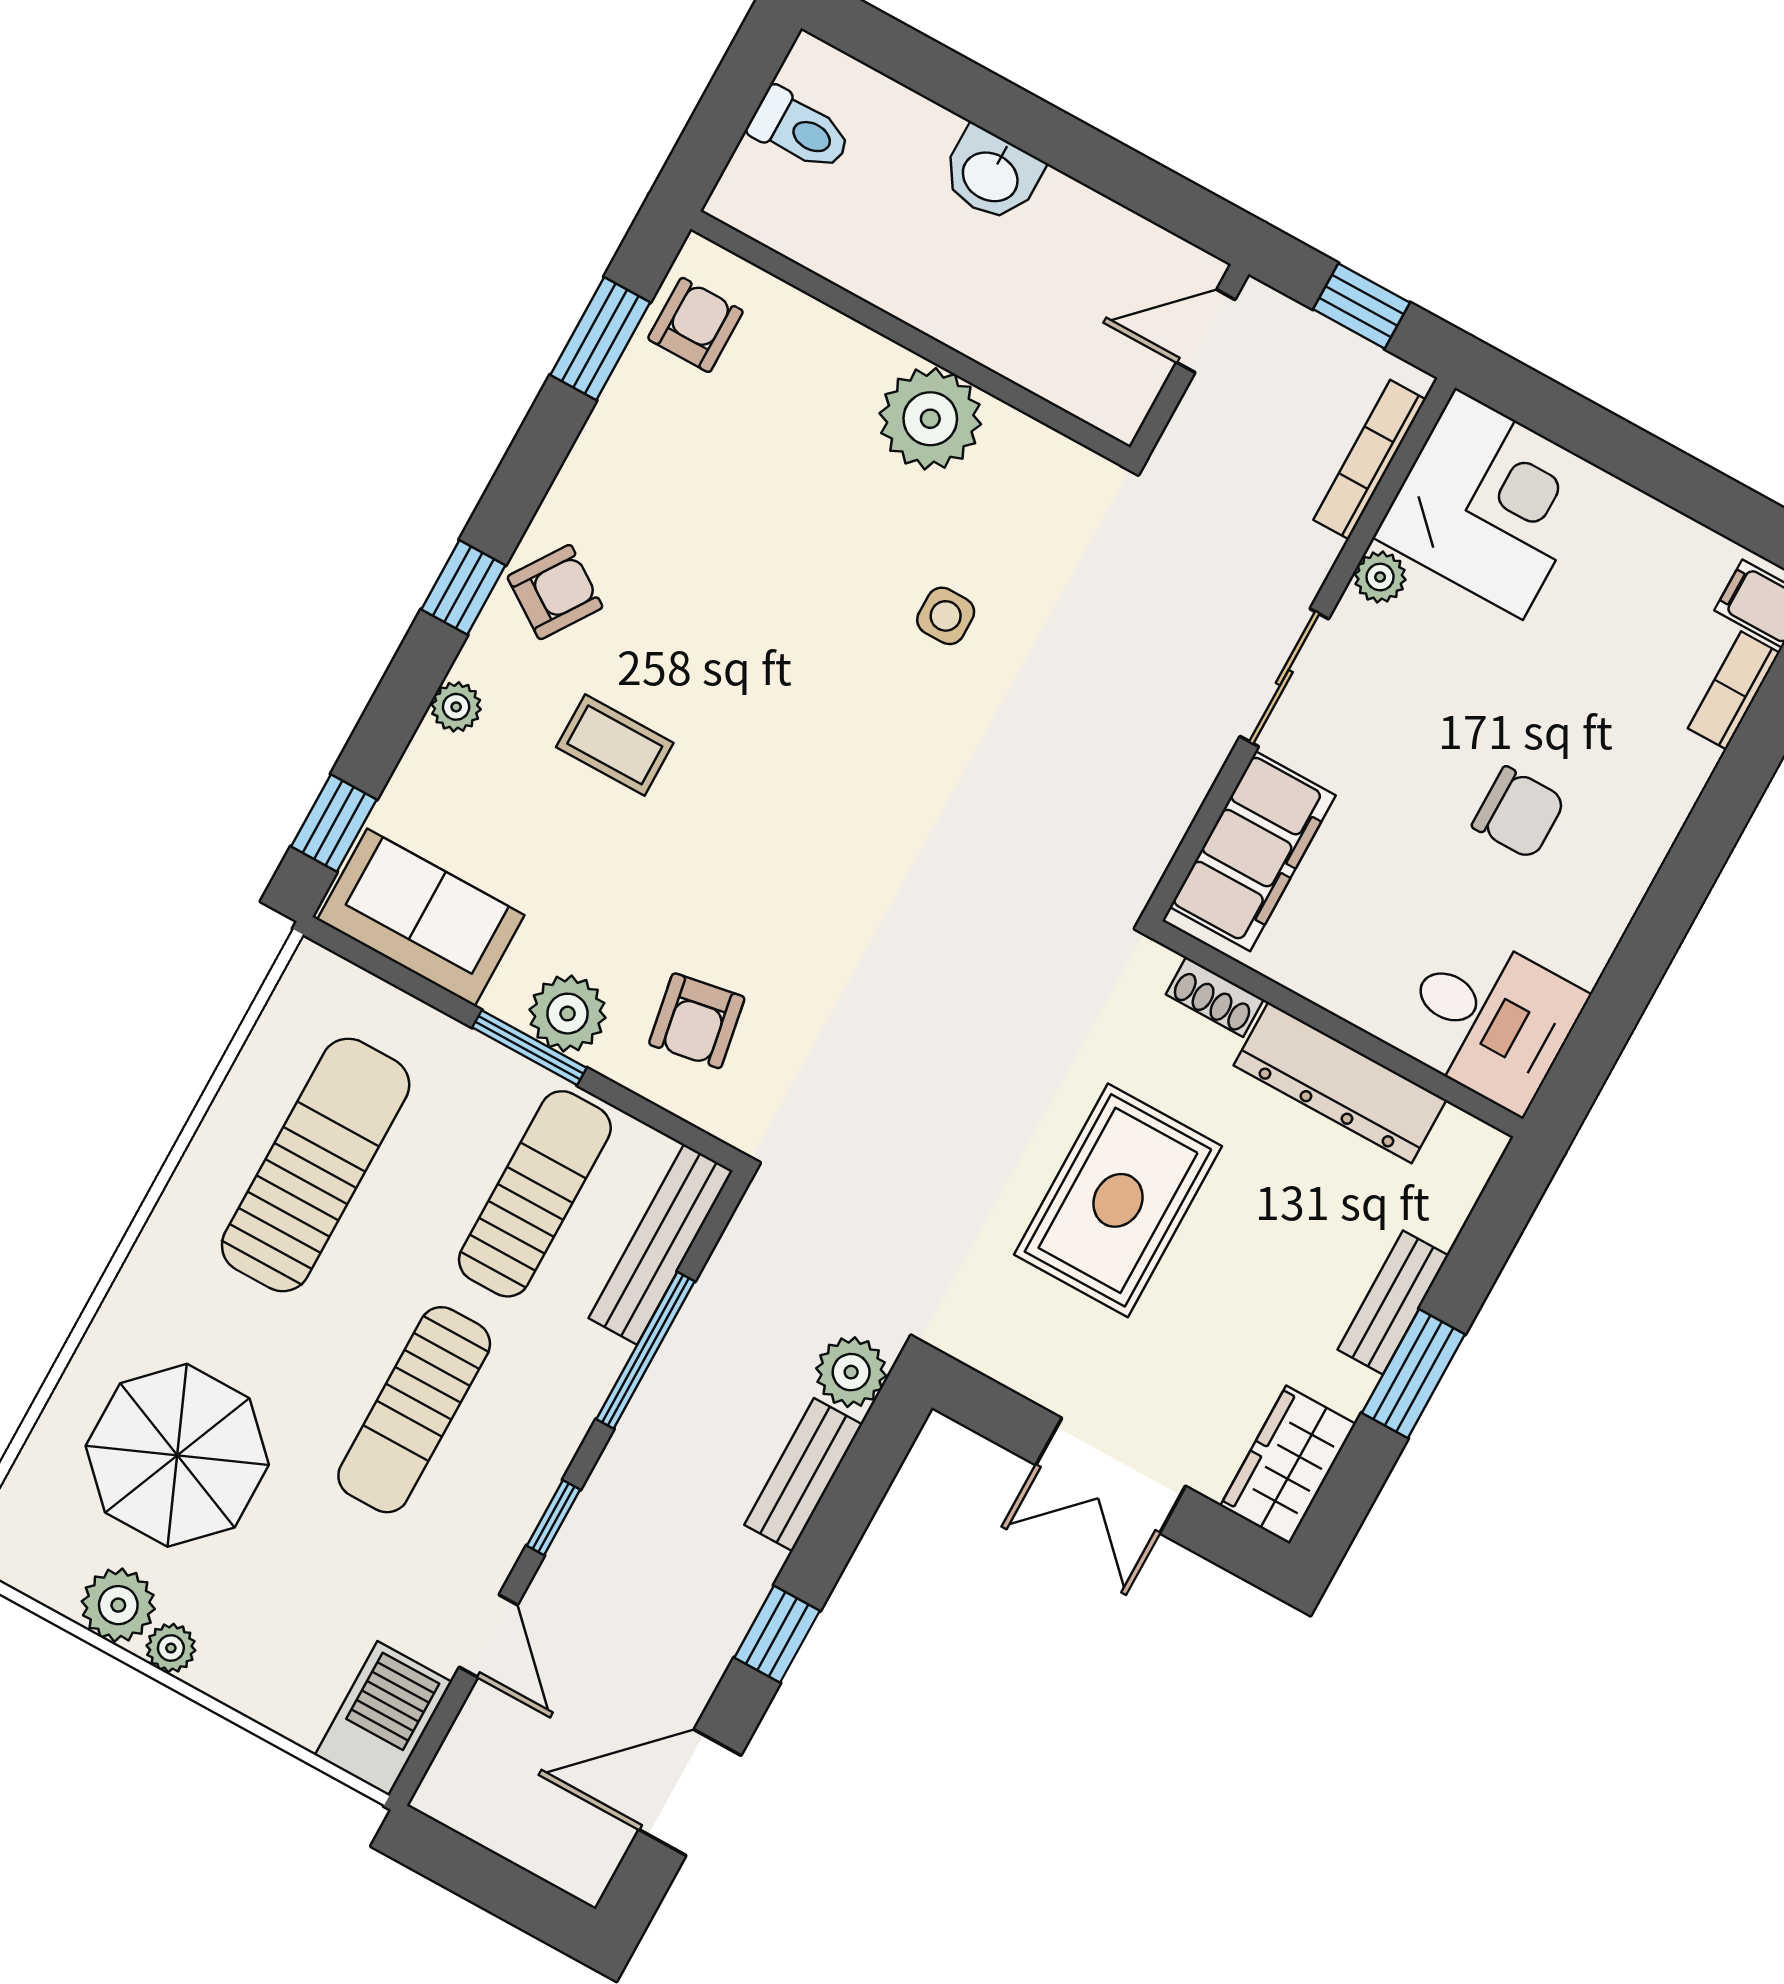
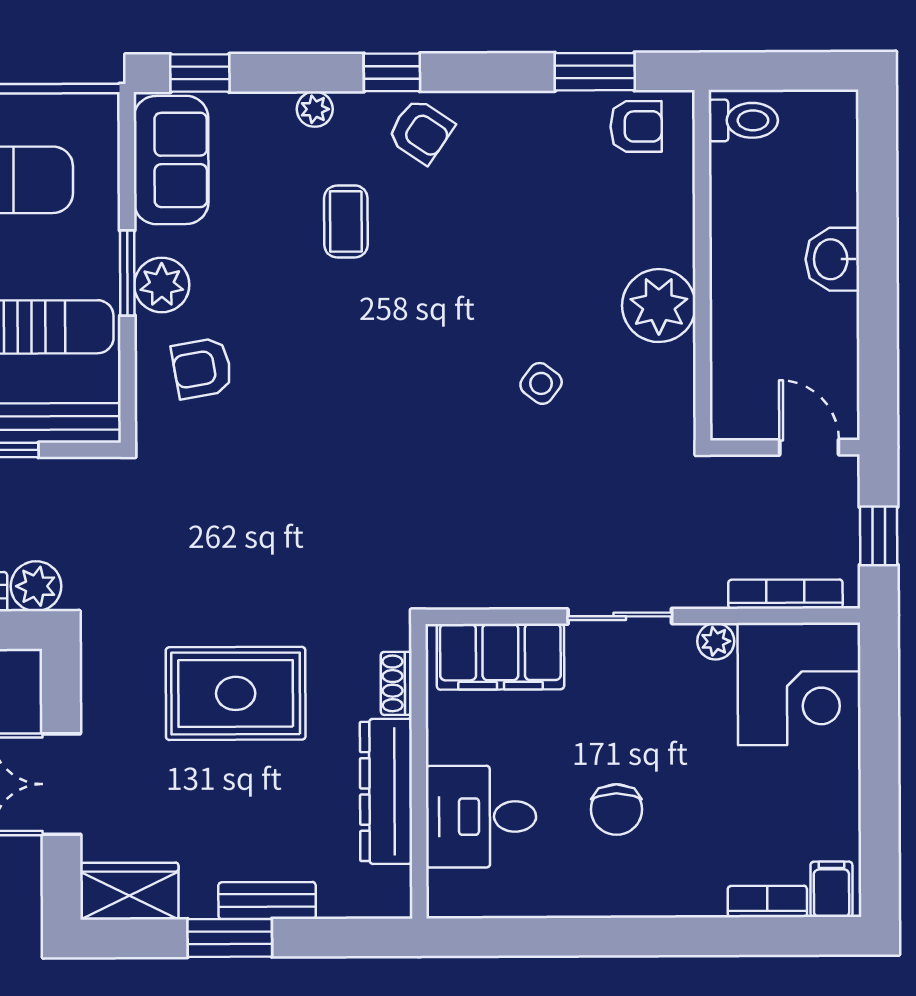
toilet: (800, 130) -> (743, 120), moved, turned -90
side table: (946, 616) -> (541, 383), turned 37
desk: (1490, 1020) -> (481, 817), moved, turned 90

